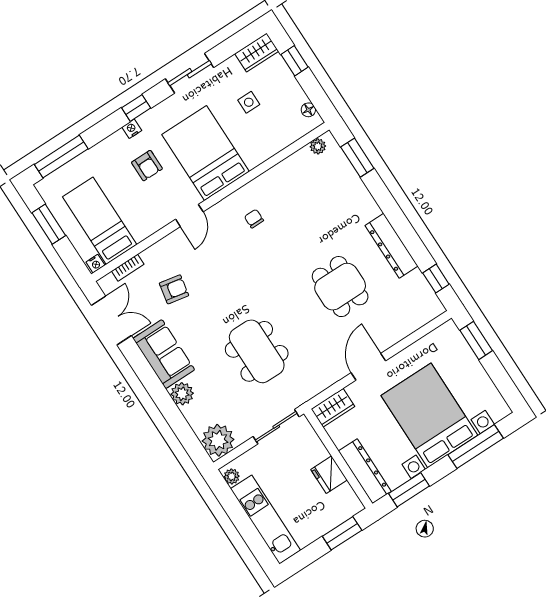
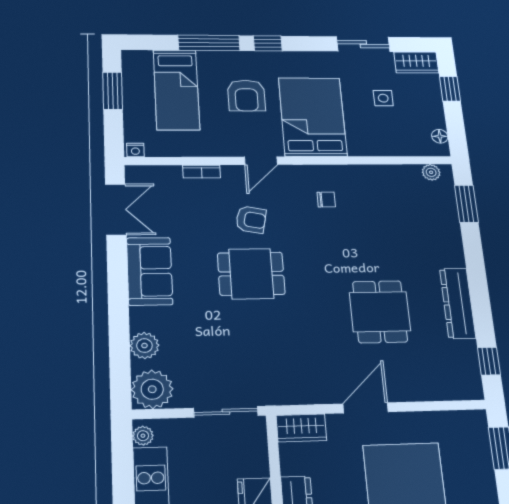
sliding door: (190, 73) -> (363, 44), moved
nightstand: (132, 129) -> (252, 58), removed
window: (61, 157) -> (209, 43), moved
armchair: (147, 166) -> (246, 95), width x1.38, depth x1.38
chair: (254, 219) -> (326, 200), turned 90
bed: (100, 221) -> (176, 90), moved, turned 180
bookcase: (128, 268) -> (202, 172), moved
armchair: (174, 289) -> (251, 220), moved
dining table: (257, 351) -> (251, 274), moved, width x0.73
plant: (182, 394) -> (144, 346), moved

